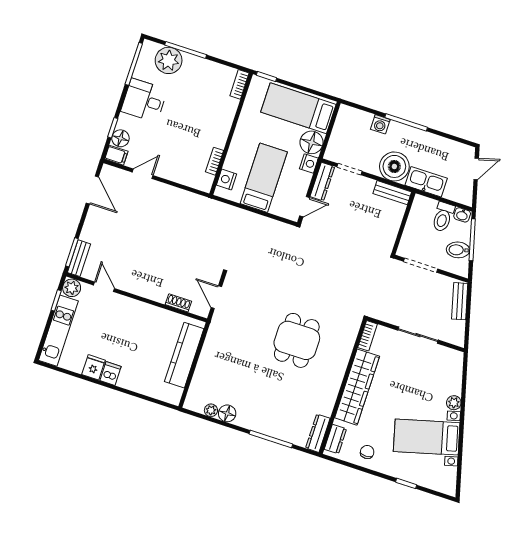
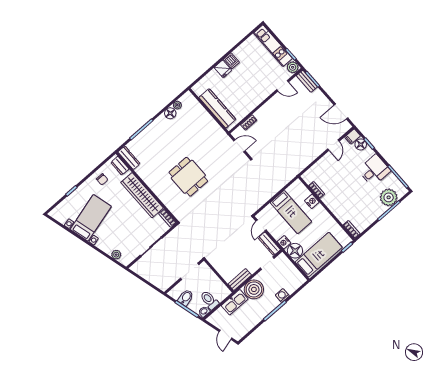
nightstand: (227, 179) -> (312, 201), moved
bench: (460, 301) -> (156, 282), removed
fridge: (94, 367) -> (223, 69), moved
plant: (454, 403) -> (116, 255), moved

